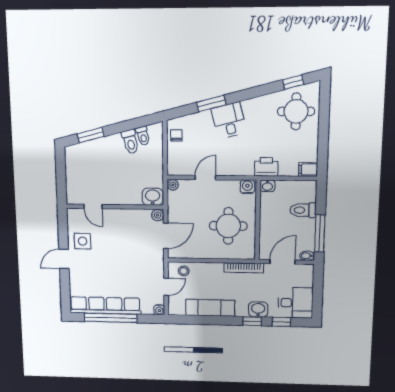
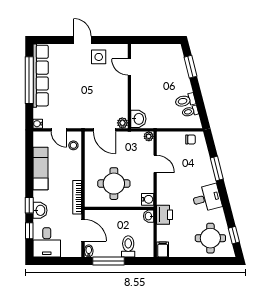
desk: (229, 120) -> (207, 198), moved
door: (93, 206) -> (129, 67), hinge flipped

